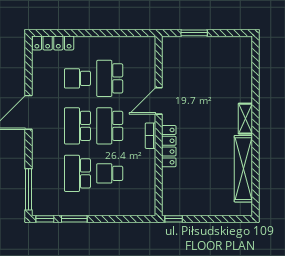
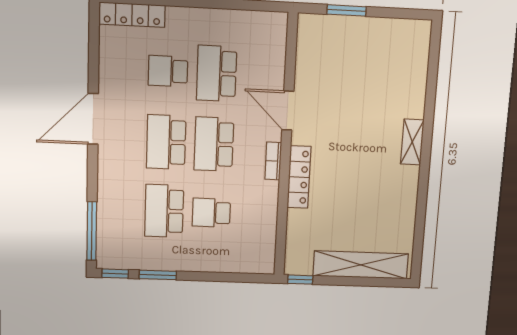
door: (159, 101) -> (288, 111), hinge flipped
shelving: (243, 169) -> (361, 265), moved, turned 90

